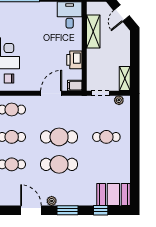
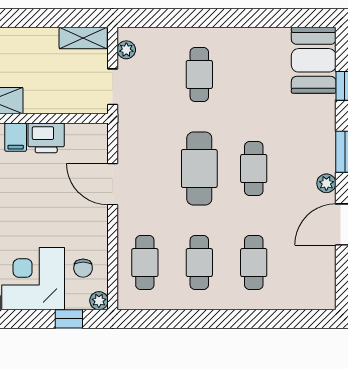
filing cabinet: (75, 86) -> (16, 137), moved
cafe table: (59, 164) -> (254, 169), width x0.73, depth x0.74

